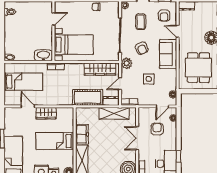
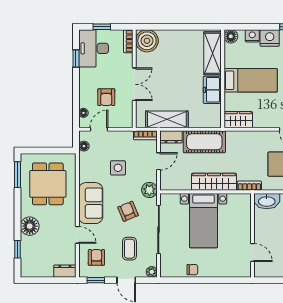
door: (53, 19) -> (252, 253), swing flipped
bed with nightstands: (74, 45) -> (204, 221), moved, turned -90
wardrobe: (100, 69) -> (214, 182), moved
wardrobe: (46, 113) -> (238, 120), moved

